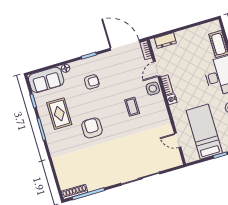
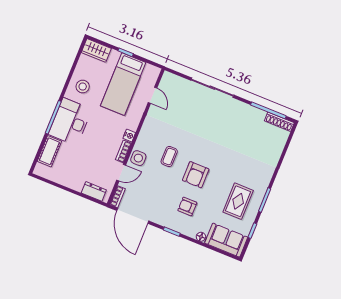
armchair: (92, 128) -> (196, 175), moved

